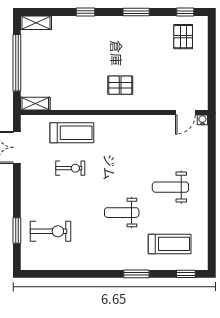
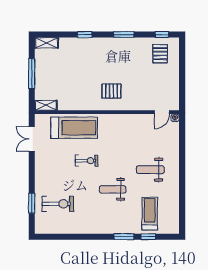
window: (17, 63) -> (32, 74), width x0.68
treadmill: (72, 133) -> (74, 128), width x1.37, depth x1.38
exercise bike: (70, 168) -> (87, 161), moved
treadmill: (170, 244) -> (150, 214), turned -90
window: (186, 274) -> (148, 237), moved

